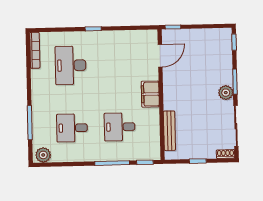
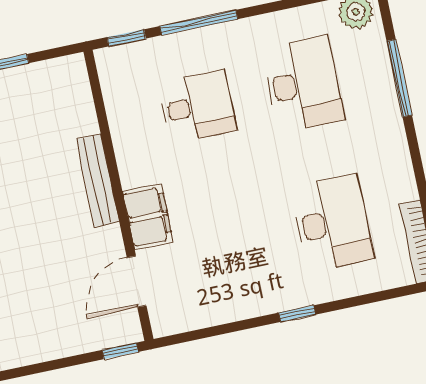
filing cabinet: (150, 94) -> (148, 217), moved
desk: (72, 128) -> (303, 84), width x1.37
bench: (169, 131) -> (98, 180), moved

